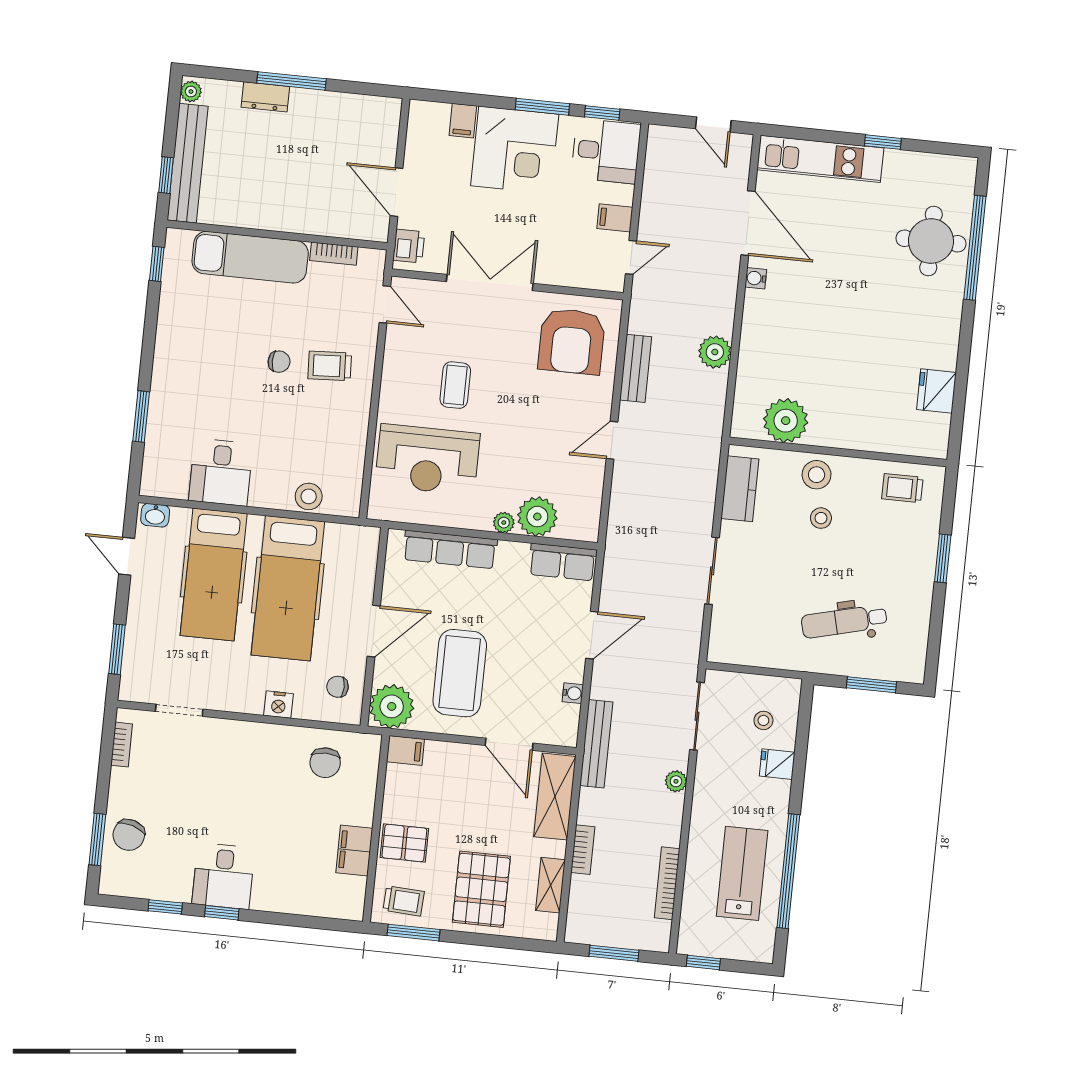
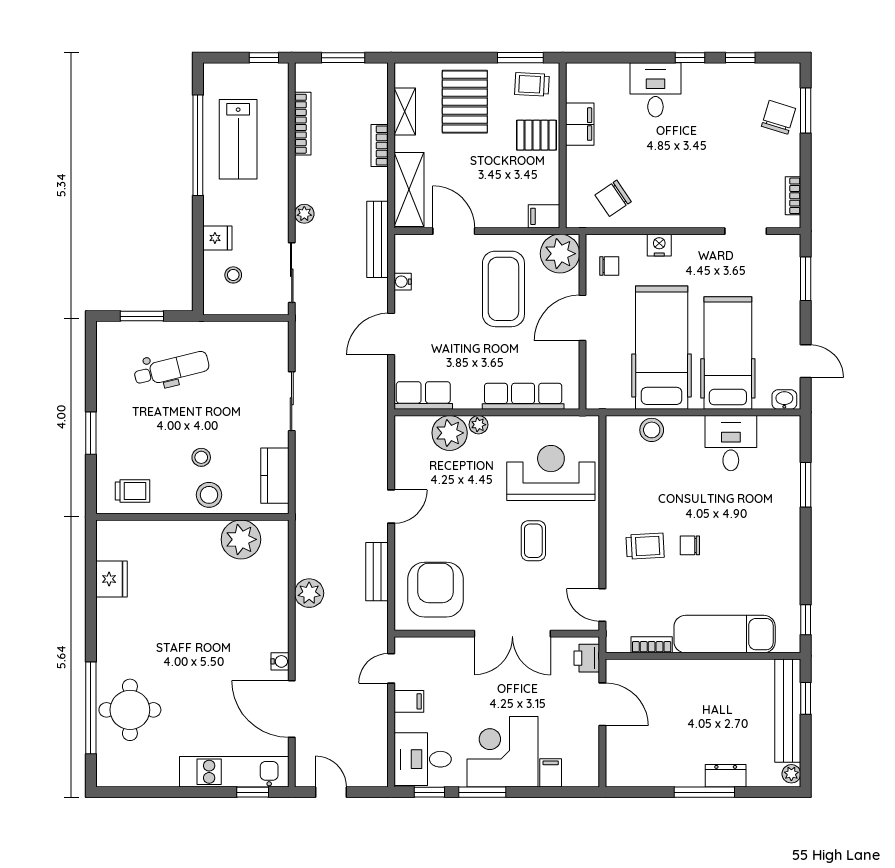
window: (883, 142) -> (253, 792), moved
chair: (325, 763) -> (613, 198), turned -124
desk: (223, 876) -> (655, 90), moved

